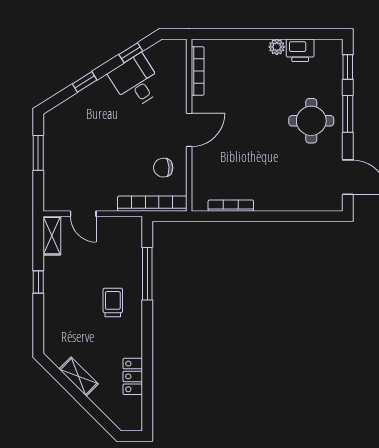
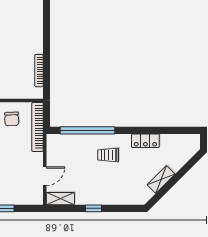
window: (147, 274) -> (88, 130), width x1.46
locker: (133, 376) -> (145, 141), moved

